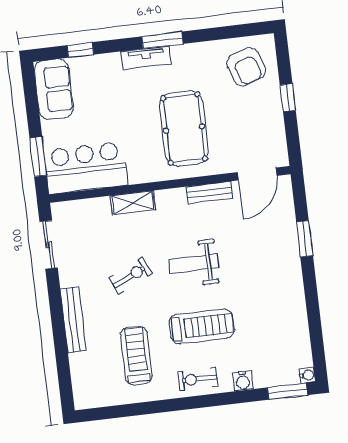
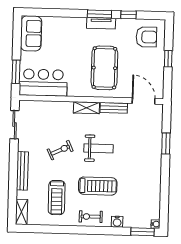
window: (80, 50) -> (129, 15), moved
tv unit: (146, 58) -> (101, 23), moved
armchair: (246, 67) -> (146, 37), turned -71
door: (257, 174) -> (144, 101), swing flipped
shelving: (133, 203) -> (86, 108), moved
weight bench: (194, 264) -> (98, 148), turned 180
treadmill: (136, 356) -> (57, 198), turned 180
shelving: (82, 388) -> (22, 212), added

